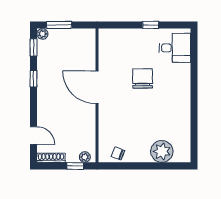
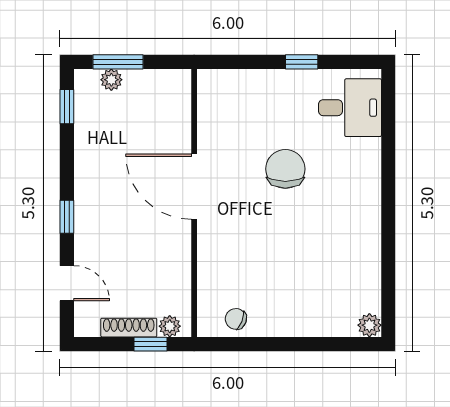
plant: (42, 34) -> (111, 80), moved
window: (34, 79) -> (67, 217), moved
plant: (162, 151) -> (369, 325), moved, width x0.53, depth x0.53
shoe rack: (51, 158) -> (129, 328), moved

